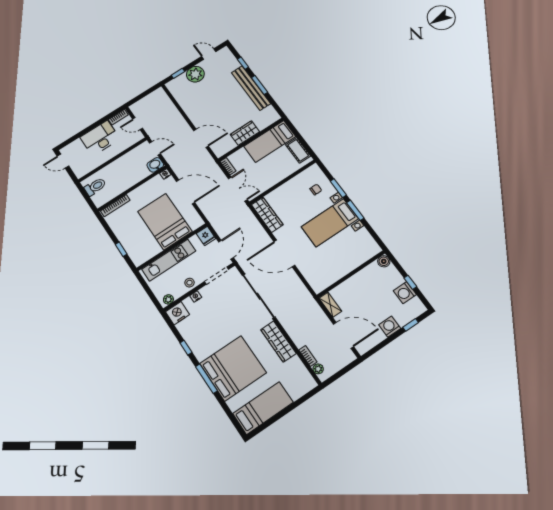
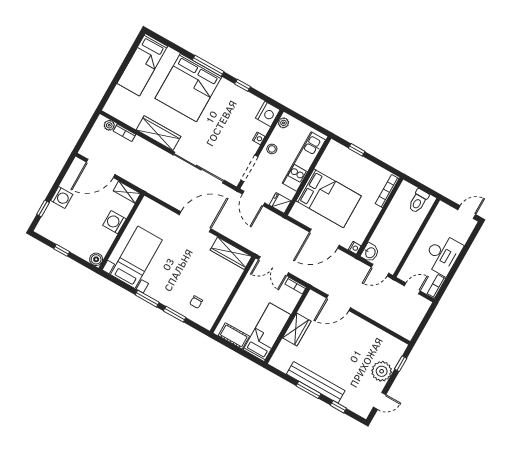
bed with nightstands: (330, 223) -> (136, 257), moved
washing machine: (405, 293) -> (114, 222), moved, turned -90

